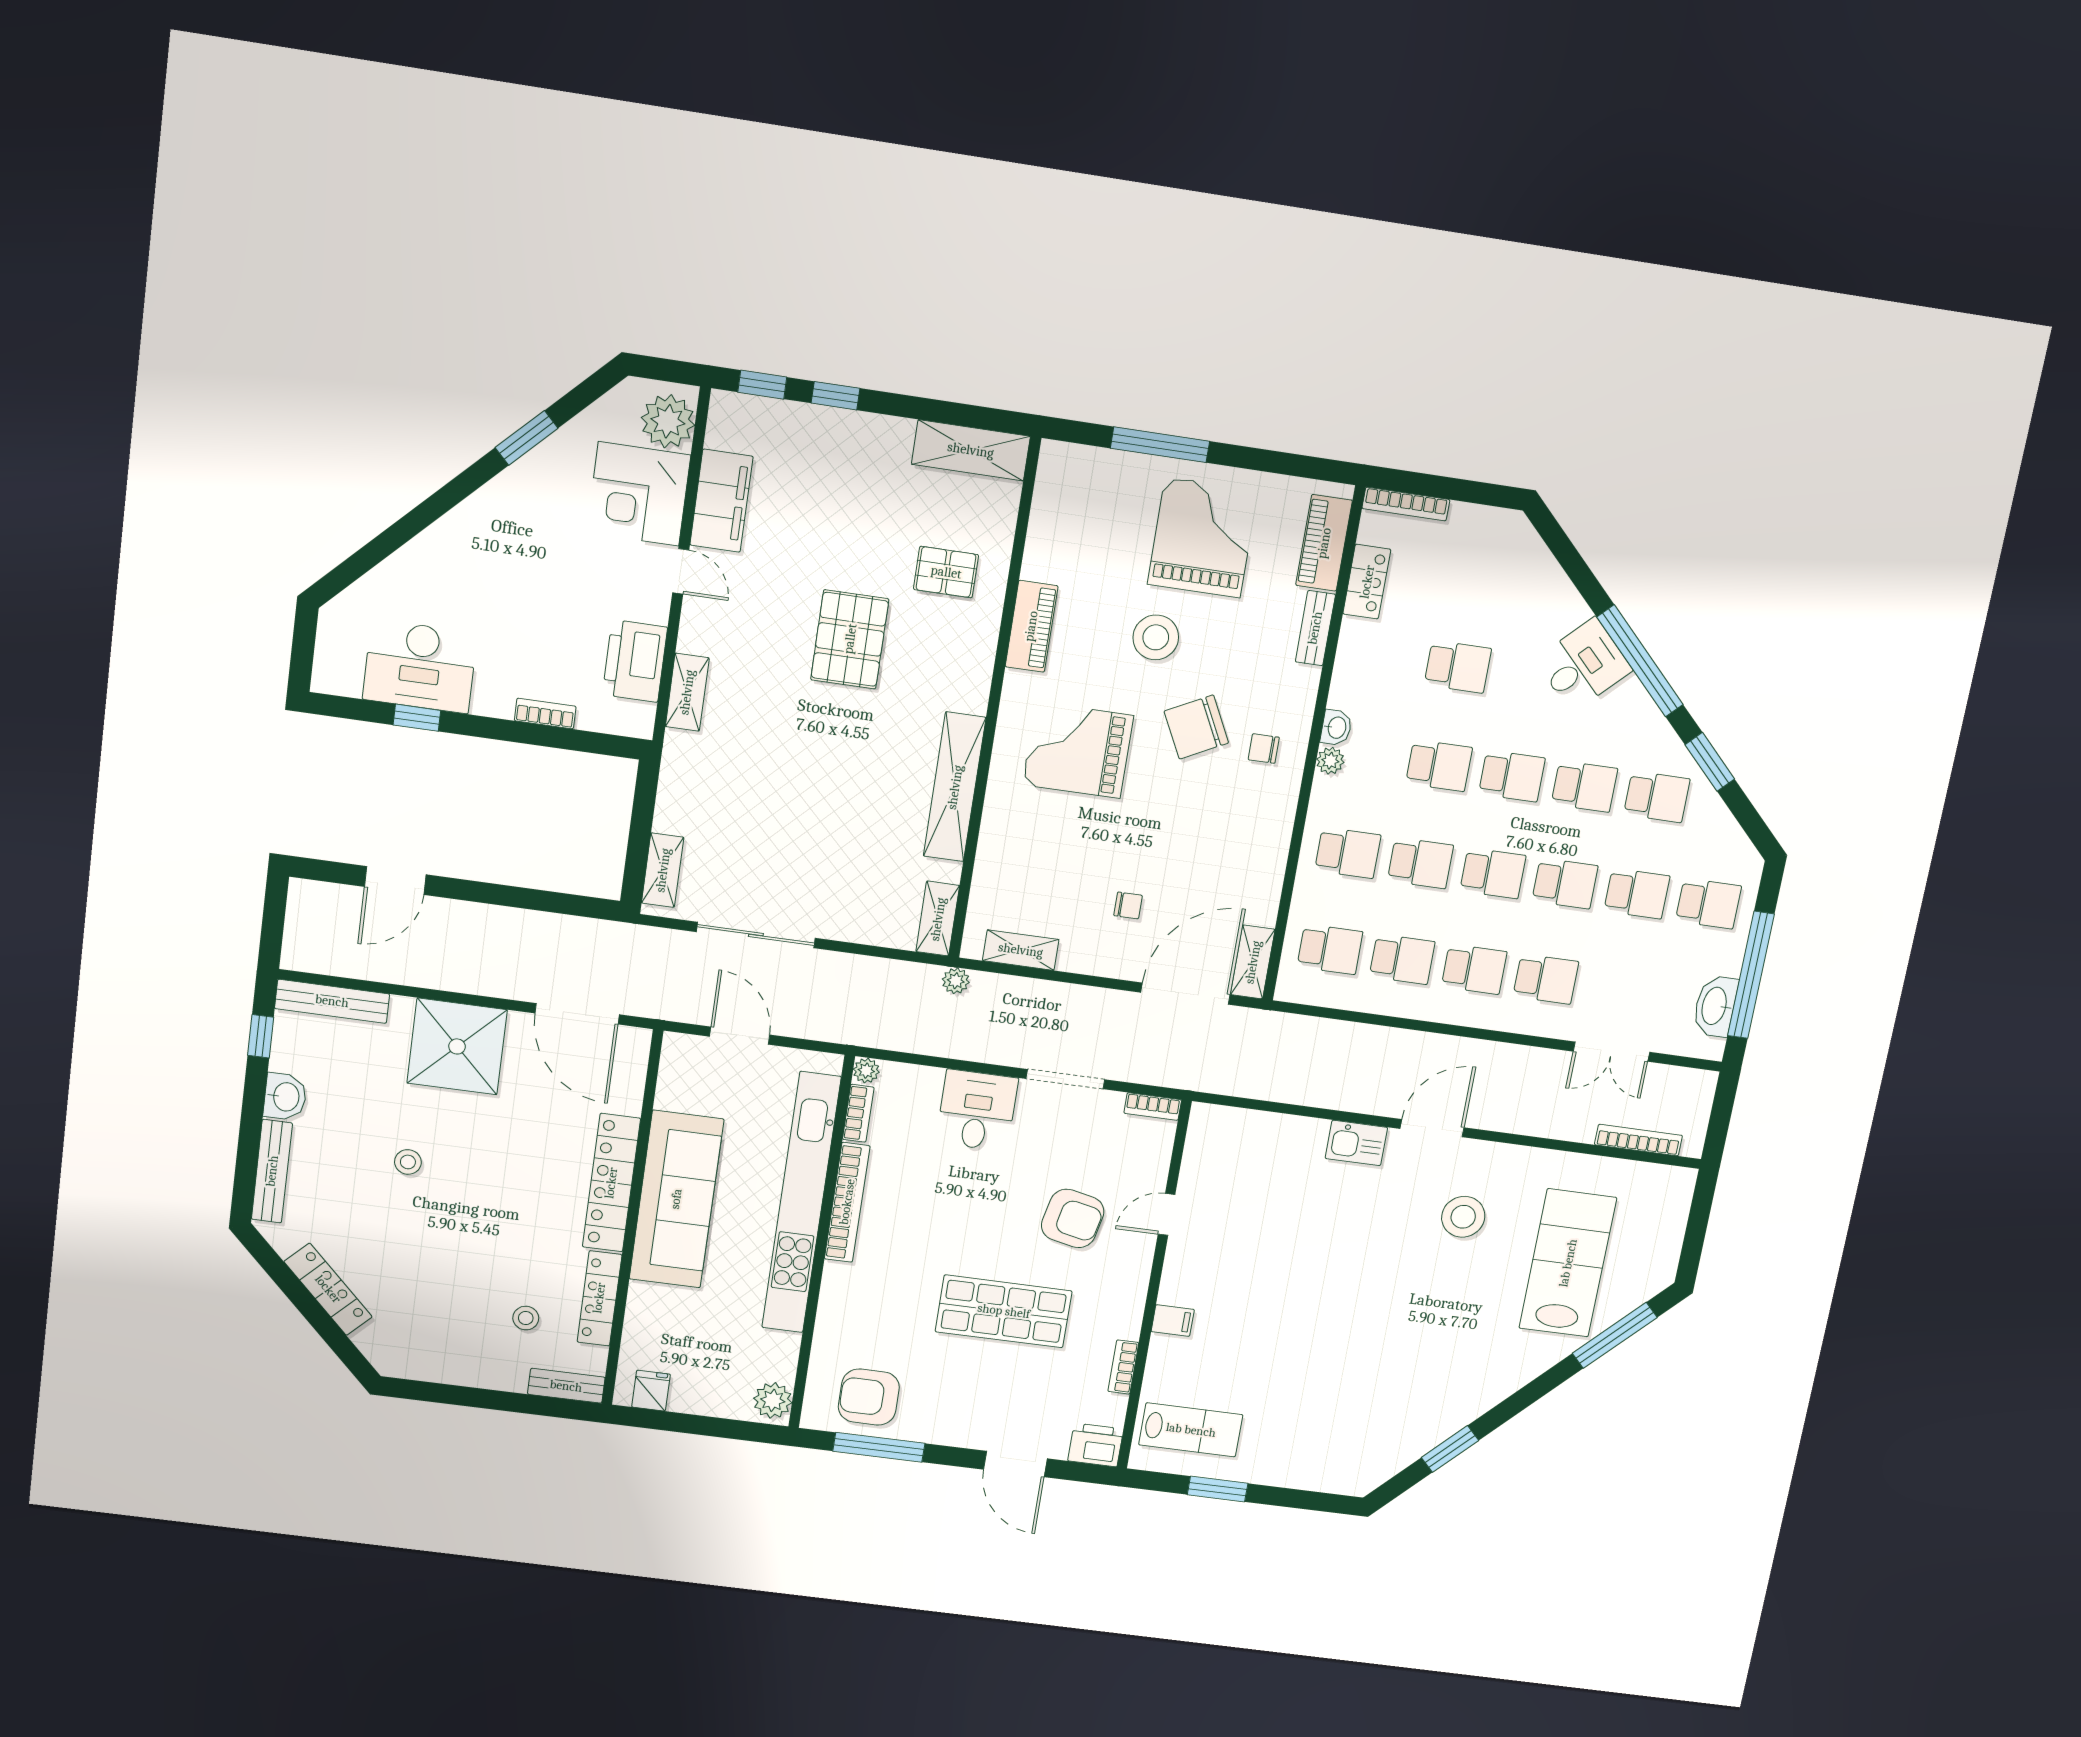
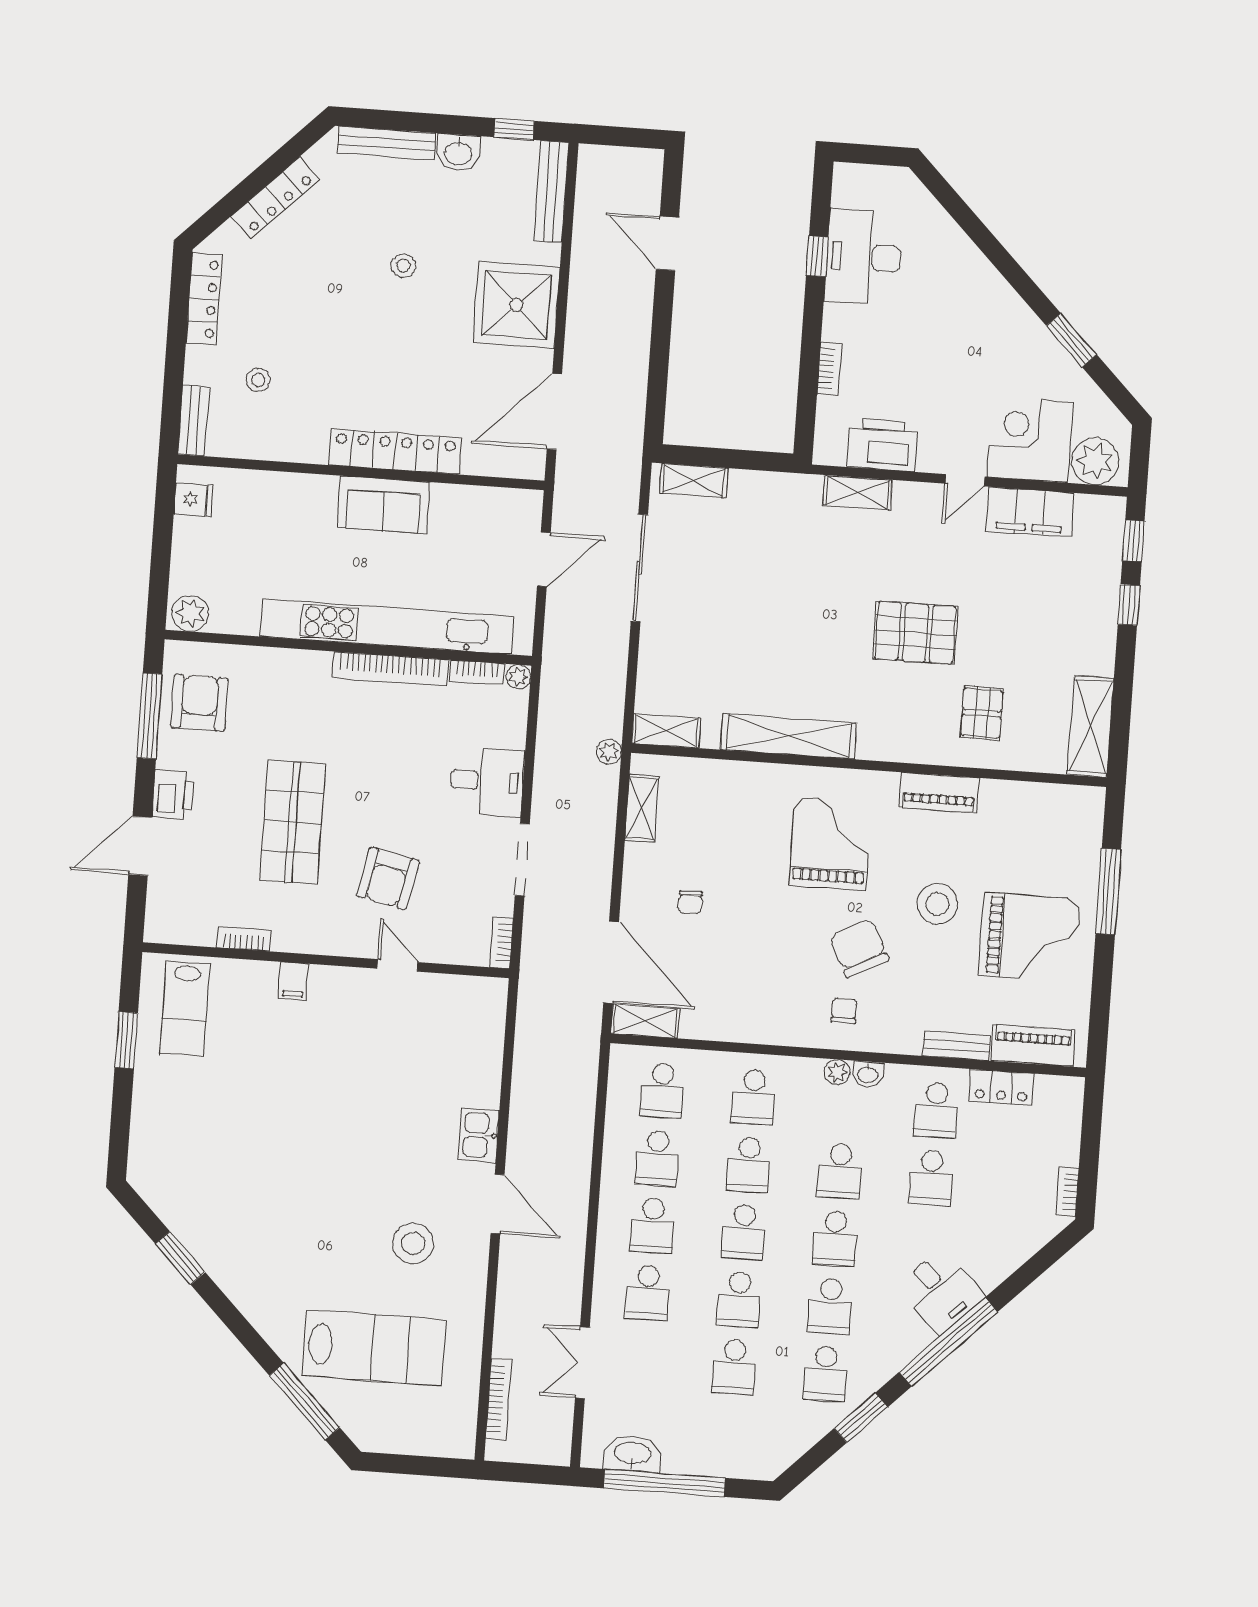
bookcase: (1406, 504) -> (1067, 1192), moved, width x0.64
school desk: (1708, 904) -> (936, 1110), moved
sofa: (676, 1199) -> (384, 505), width x0.54, depth x0.79
locker: (599, 1298) -> (204, 299), moved, turned 90
printer: (1096, 1445) -> (173, 794), moved

